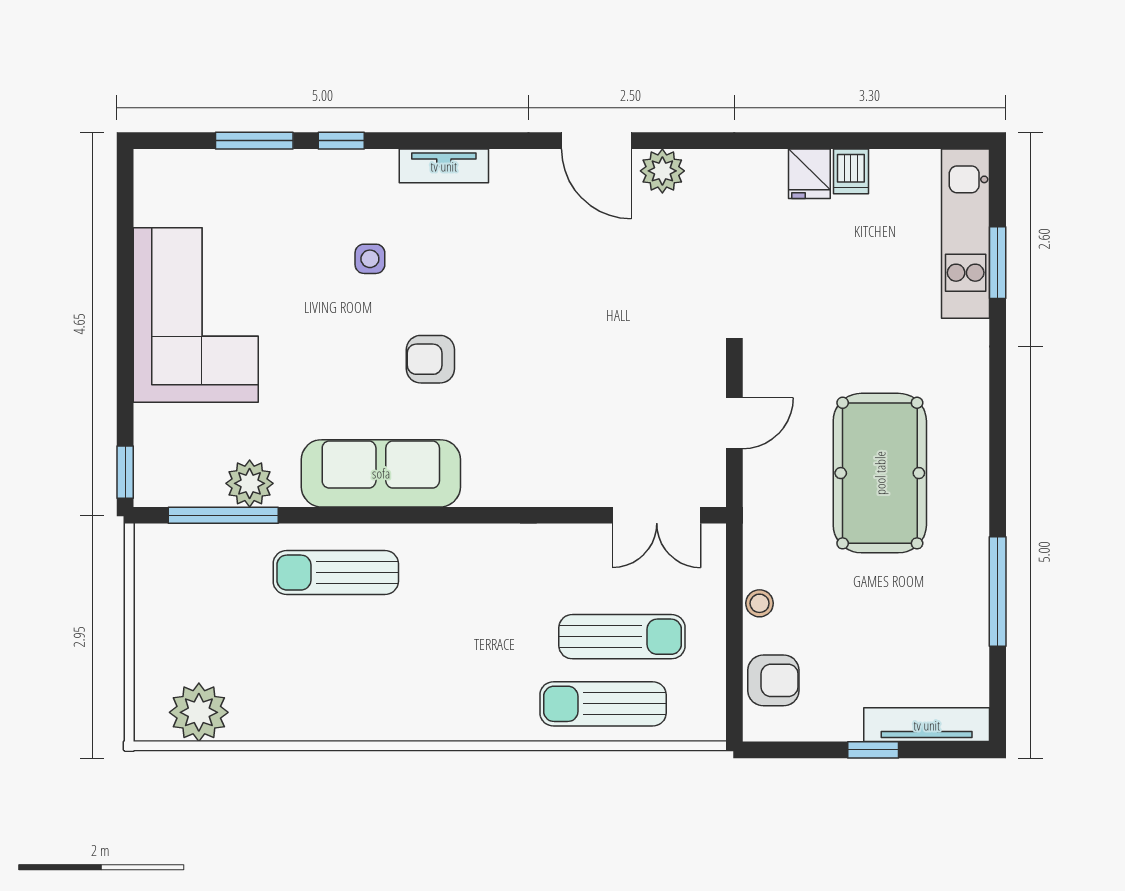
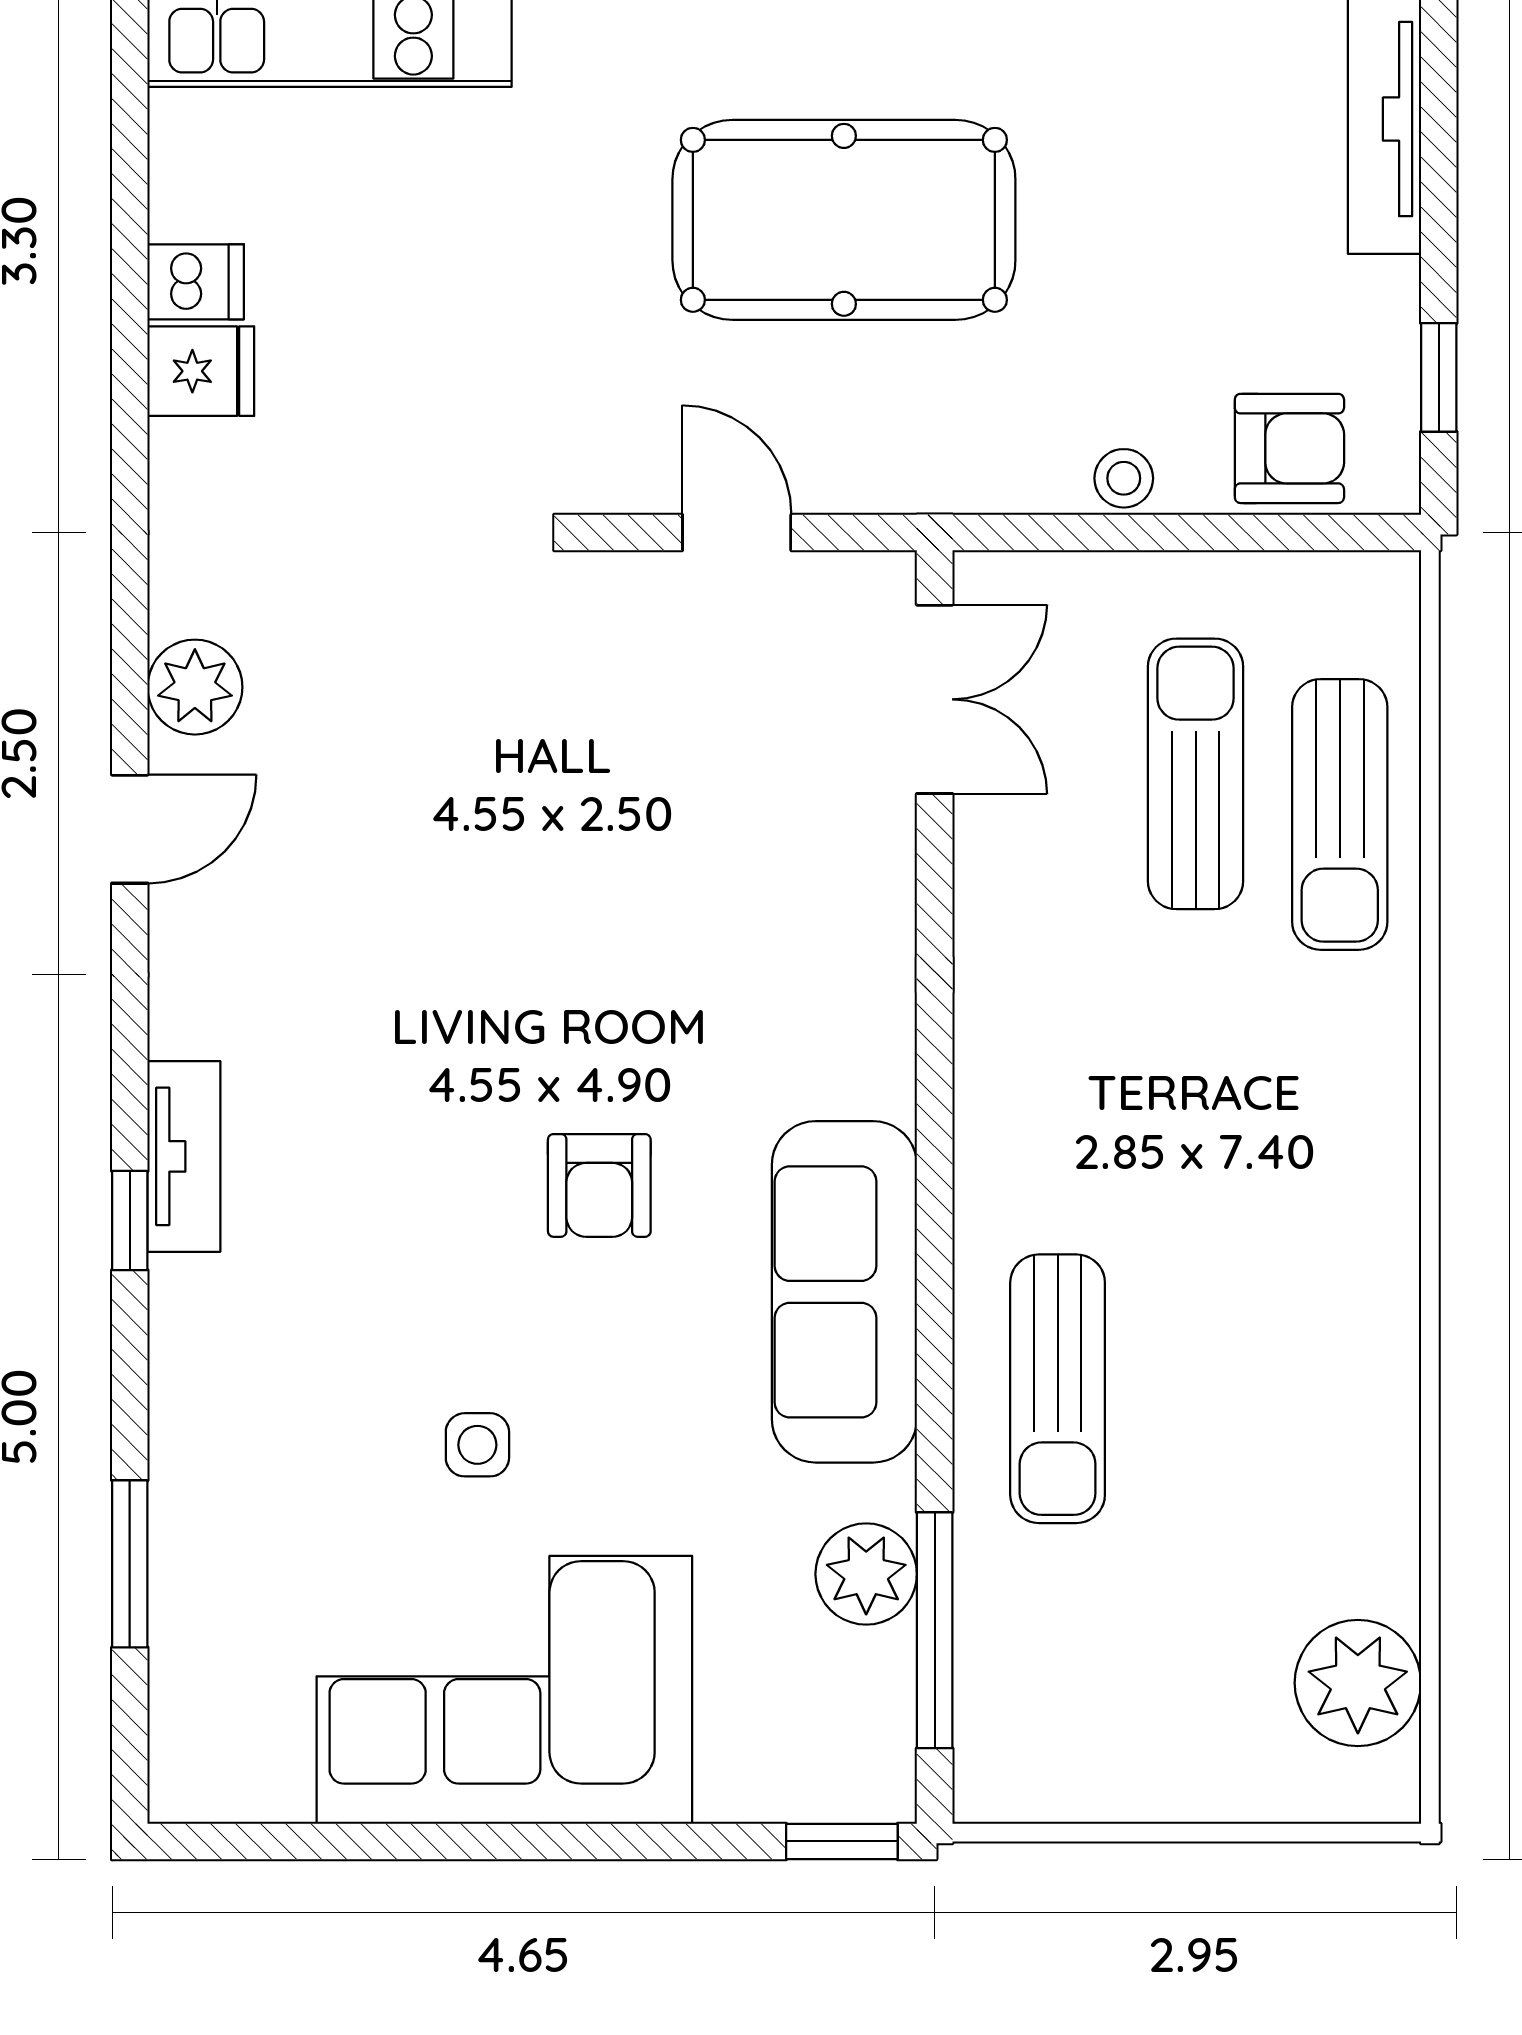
window: (341, 141) -> (130, 1221), moved
door: (596, 141) -> (130, 829), width x0.73
side table: (370, 259) -> (477, 1445), moved
armchair: (773, 680) -> (1289, 448), turned 90
window: (873, 750) -> (1439, 377), moved

